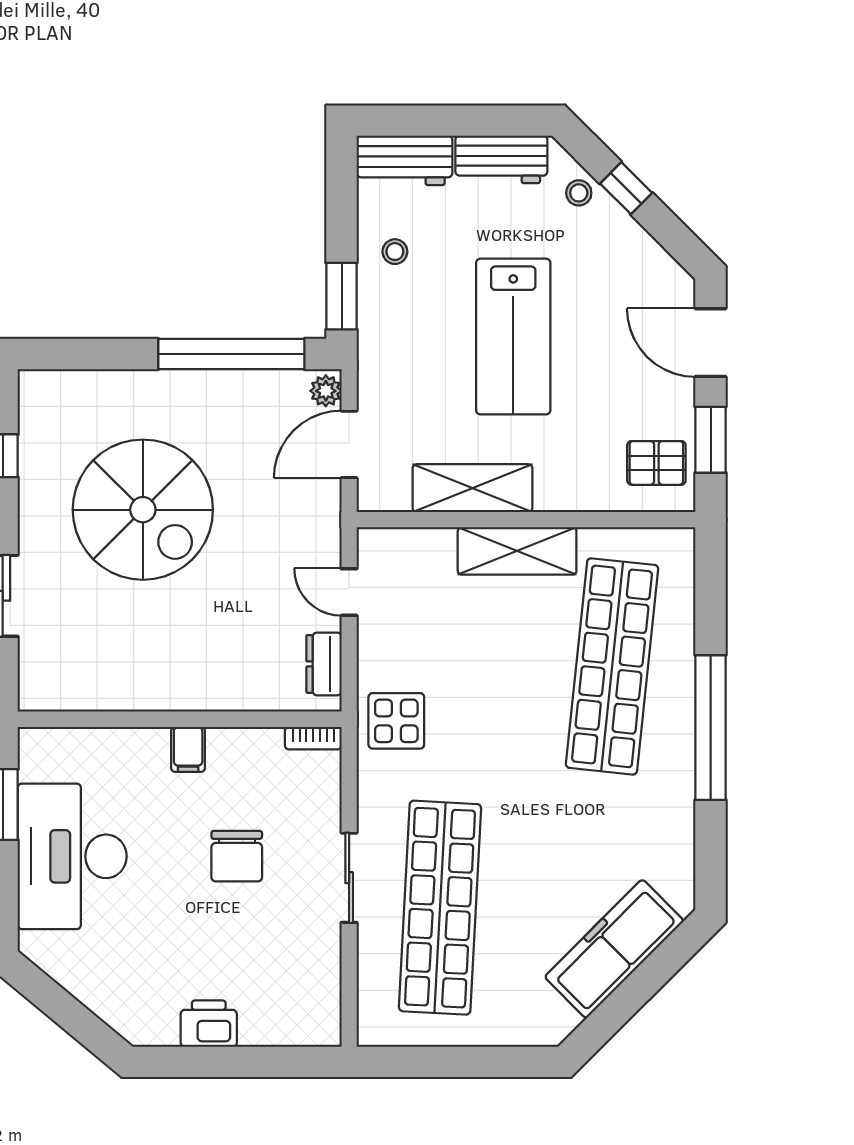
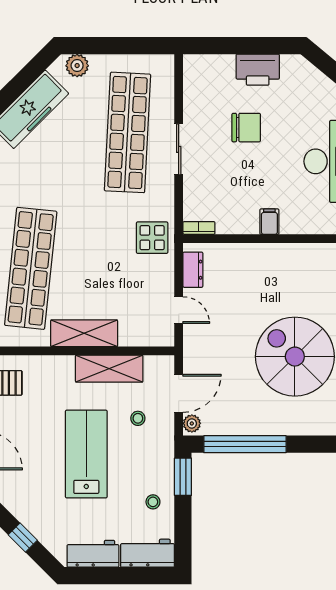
stool: (579, 193) -> (138, 418), moved
chair: (237, 856) -> (246, 128), moved, turned 90
printer: (209, 1024) -> (258, 70), width x1.37, depth x1.19
plant: (530, 1027) -> (77, 66), added

